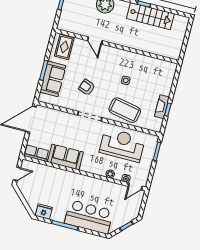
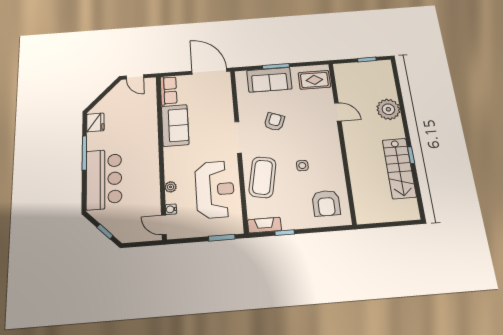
door: (95, 41) -> (338, 112), swing flipped
armchair: (157, 75) -> (326, 203), added
fireplace: (162, 107) -> (264, 225), moved

